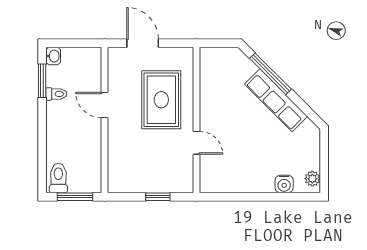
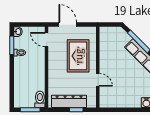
door: (104, 105) -> (46, 40), moved
toilet: (58, 178) -> (40, 99), moved
dresser: (145, 182) -> (69, 101), added

